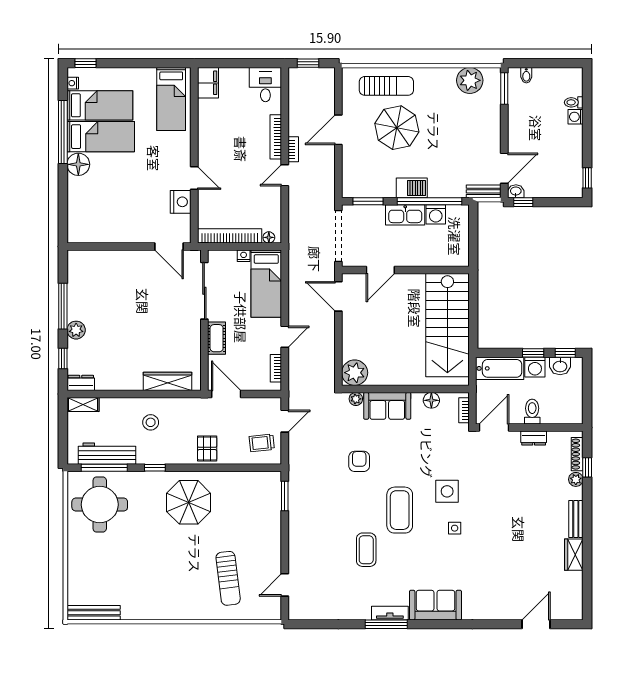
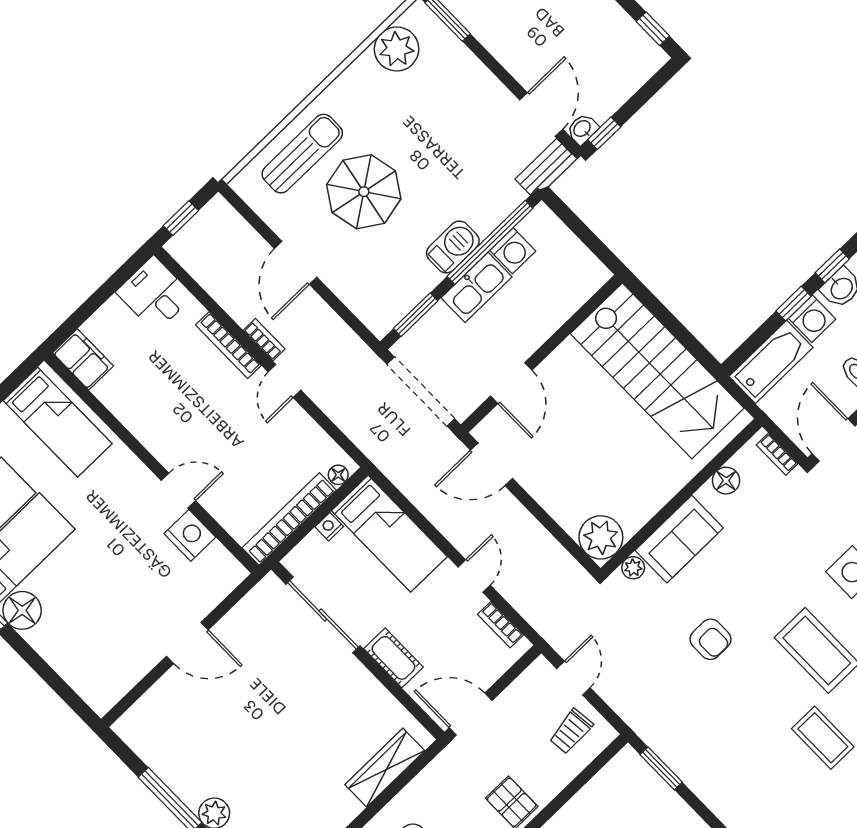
door: (169, 247) -> (187, 643), moved
armchair: (359, 461) -> (711, 639), turned 180

